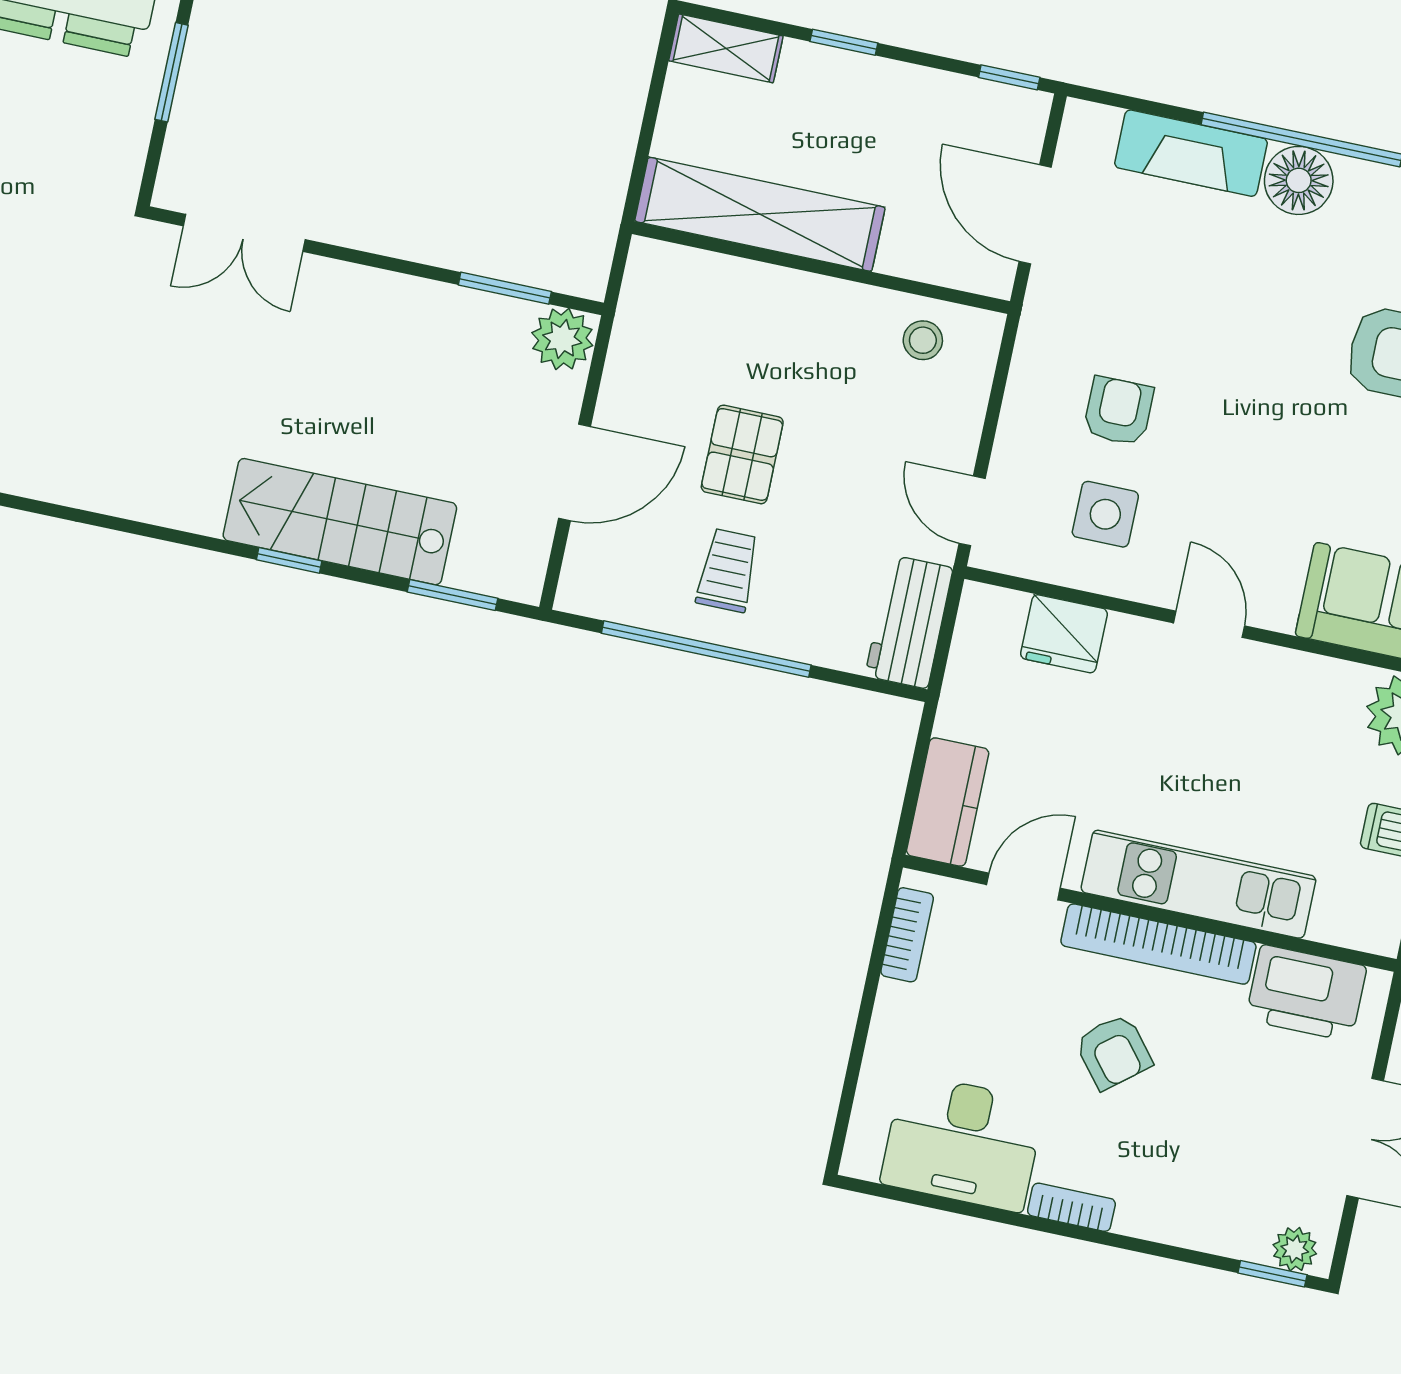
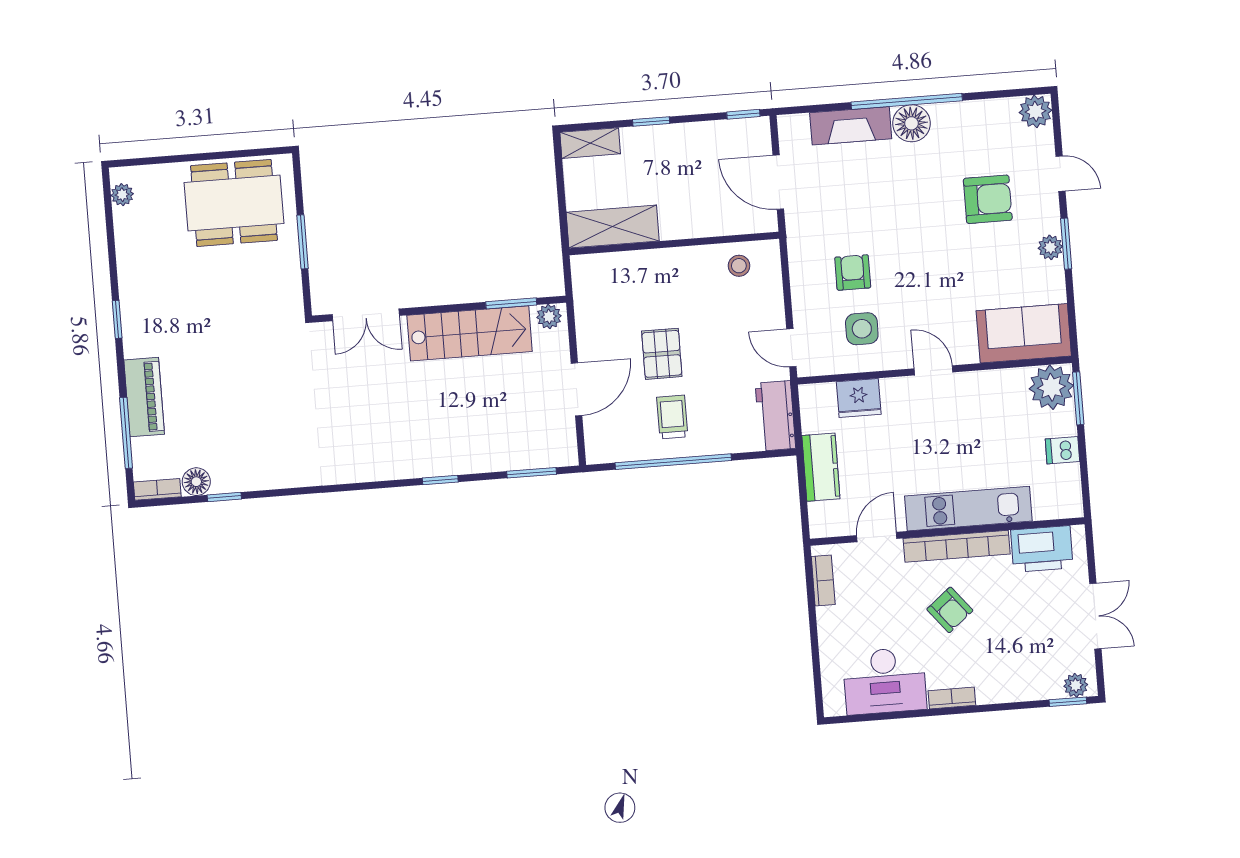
shelving: (760, 214) -> (613, 227), width x0.68
plant: (562, 339) -> (549, 317), width x0.73, depth x0.73
stairs: (340, 522) -> (470, 333), moved, turned 180
kitchen counter: (948, 802) -> (821, 467), moved

